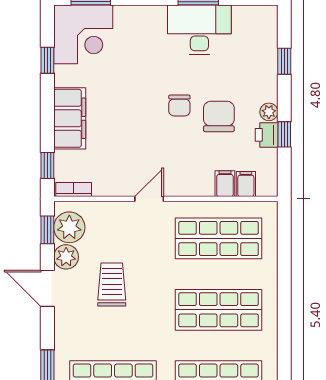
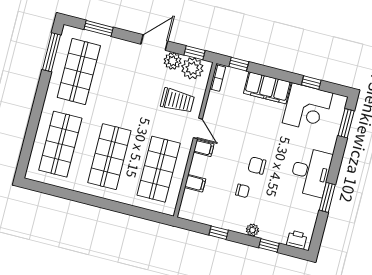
desk: (199, 30) -> (311, 172), moved
corner desk: (83, 34) -> (308, 108), moved, turned -90
plant: (269, 112) -> (252, 230), moved
chair: (219, 116) -> (242, 191), width x0.54, depth x0.54
printer: (267, 135) -> (297, 240), moved
filing cabinet: (246, 184) -> (204, 148), moved
trolley: (112, 285) -> (178, 101), moved

